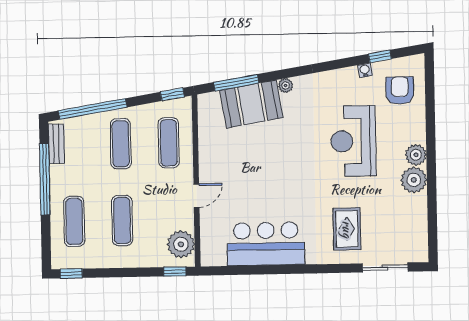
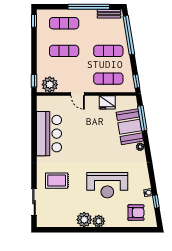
reception desk: (353, 141) -> (107, 185), turned 180
fridge: (210, 144) -> (107, 102), added

